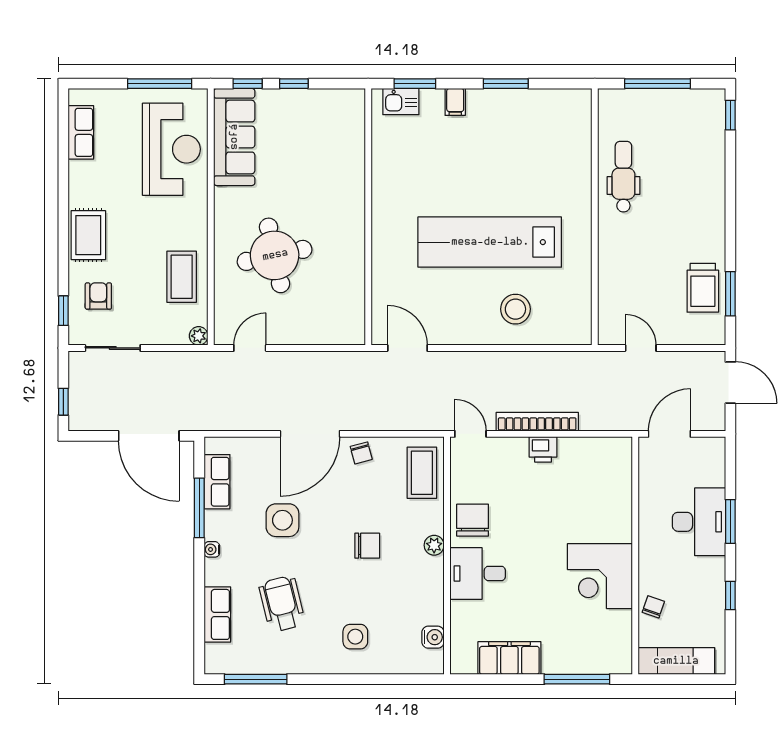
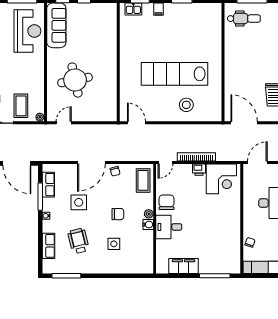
dental chair: (623, 177) -> (244, 19), moved, turned 90
coffee table: (182, 277) -> (21, 106), moved
door: (641, 348) -> (244, 123), width x1.87
door: (470, 434) -> (166, 162), swing flipped
corner desk: (600, 576) -> (221, 179), moved, turned -90
side table: (355, 637) -> (114, 244), moved
water cooler: (433, 637) -> (148, 224), moved

